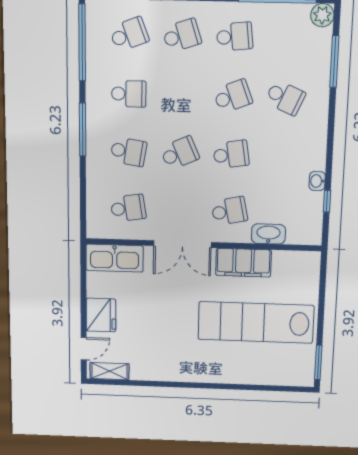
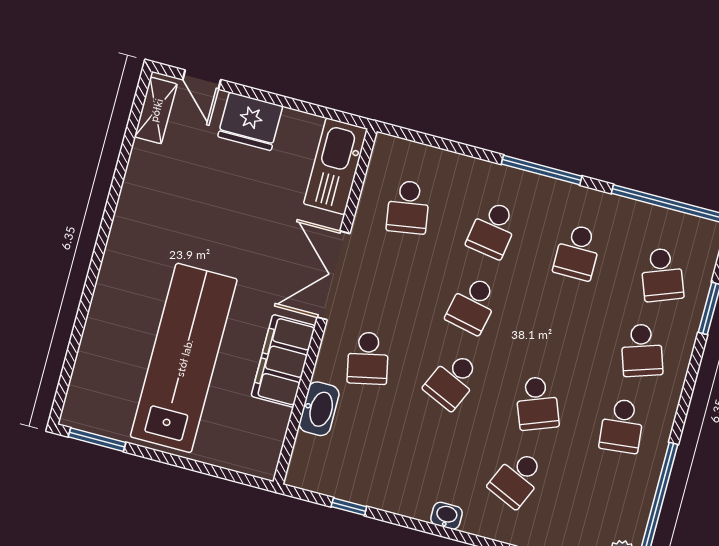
school desk: (180, 153) -> (473, 305), turned 36
school desk: (231, 154) -> (453, 381), turned 33
washbasin: (317, 181) -> (446, 516), moved

